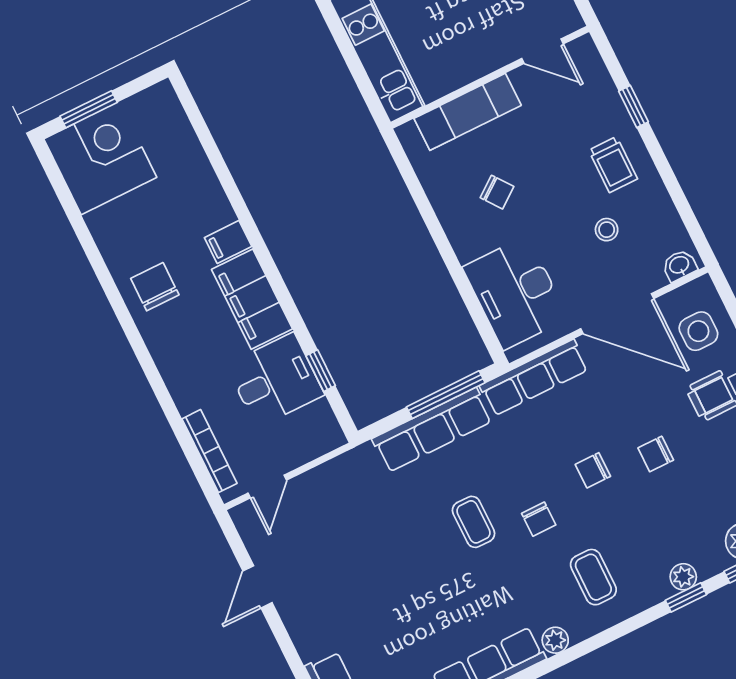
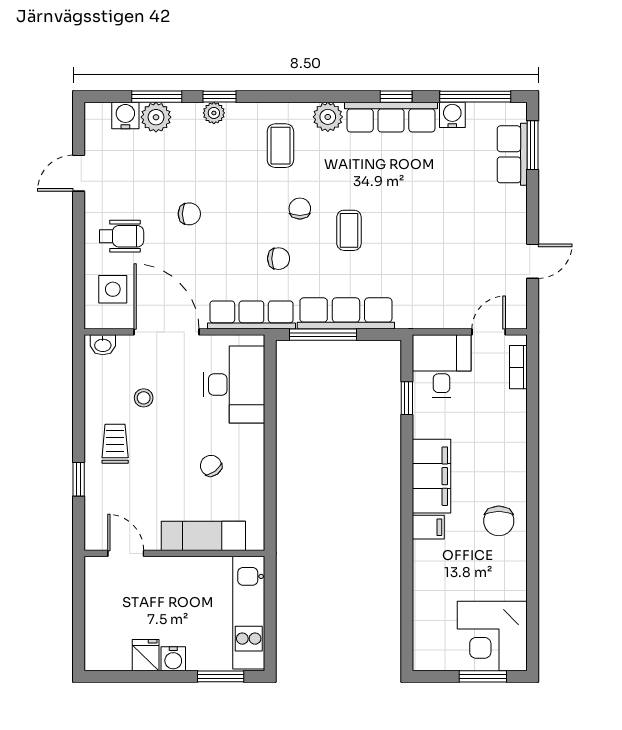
desk: (275, 380) -> (442, 366), moved, turned 90
bookcase: (209, 451) -> (518, 367), width x0.64
chair: (593, 470) -> (279, 259), moved
plant: (555, 640) -> (328, 117), width x1.38, depth x1.38

